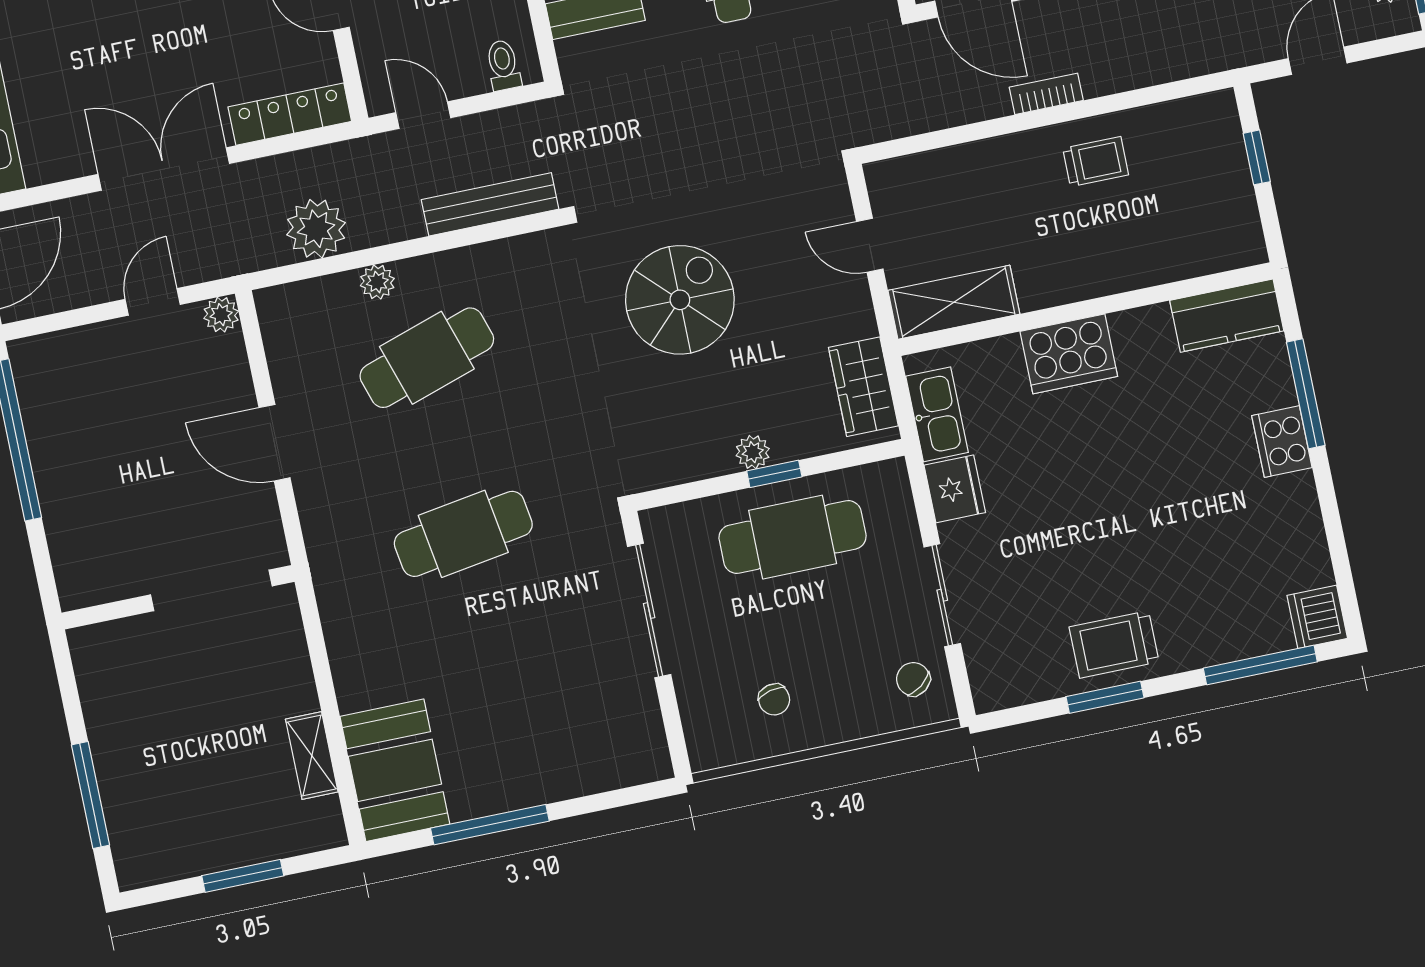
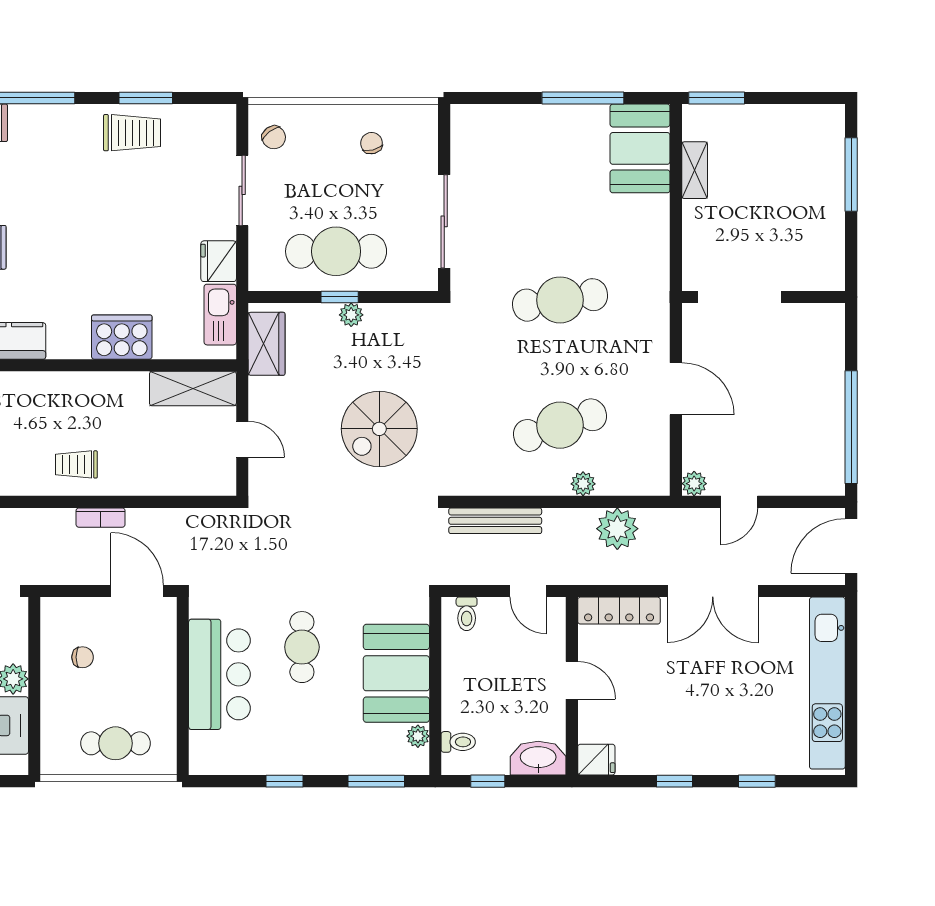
window: (243, 876) -> (717, 98), moved

